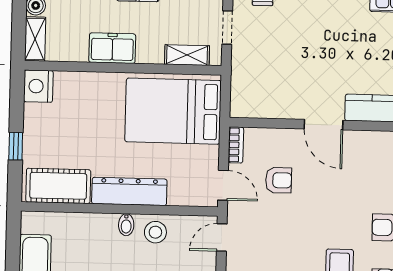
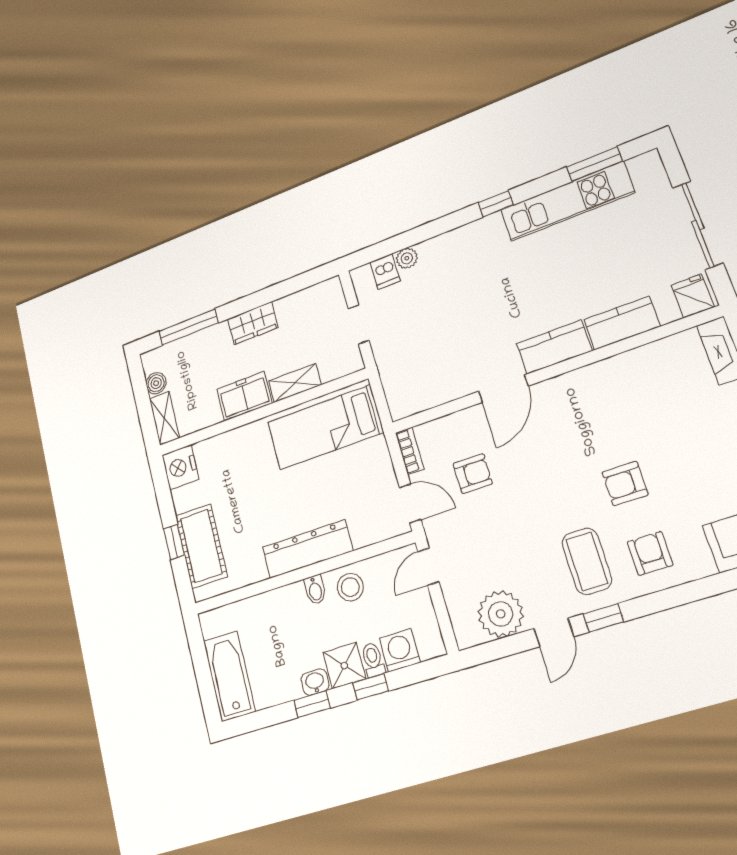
shelving: (187, 55) -> (295, 383), moved
bed: (173, 111) -> (325, 427), width x0.67
door: (324, 125) -> (503, 389), hinge flipped
cot: (58, 186) -> (201, 546), moved, turned 90

